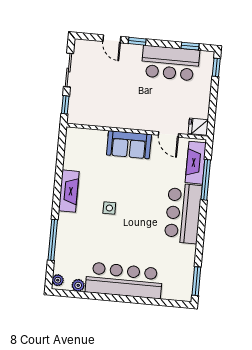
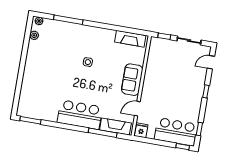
door: (112, 39) -> (211, 62), moved
bar counter: (170, 63) -> (176, 132), moved, turned 90
fireplace: (69, 191) -> (130, 39), moved
bar counter: (124, 280) -> (35, 68), removed

